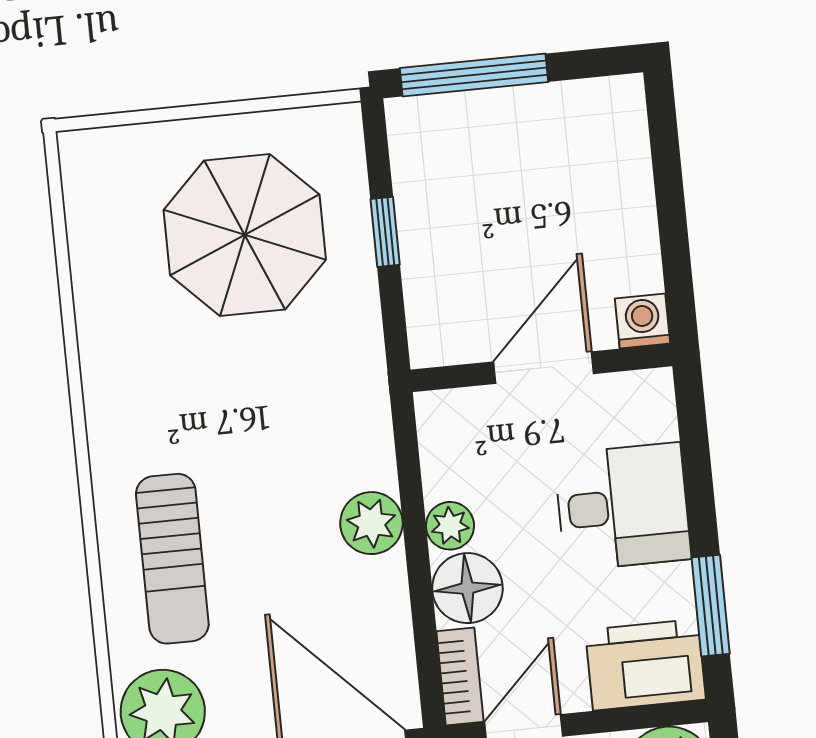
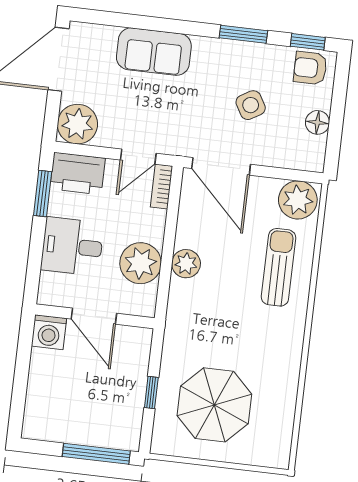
washing machine: (643, 321) -> (49, 332), width x1.38, depth x1.38
door: (544, 368) -> (94, 316), hinge flipped
plant: (450, 526) -> (141, 263), width x1.88, depth x1.88
floor lamp: (467, 588) -> (150, 225), removed

